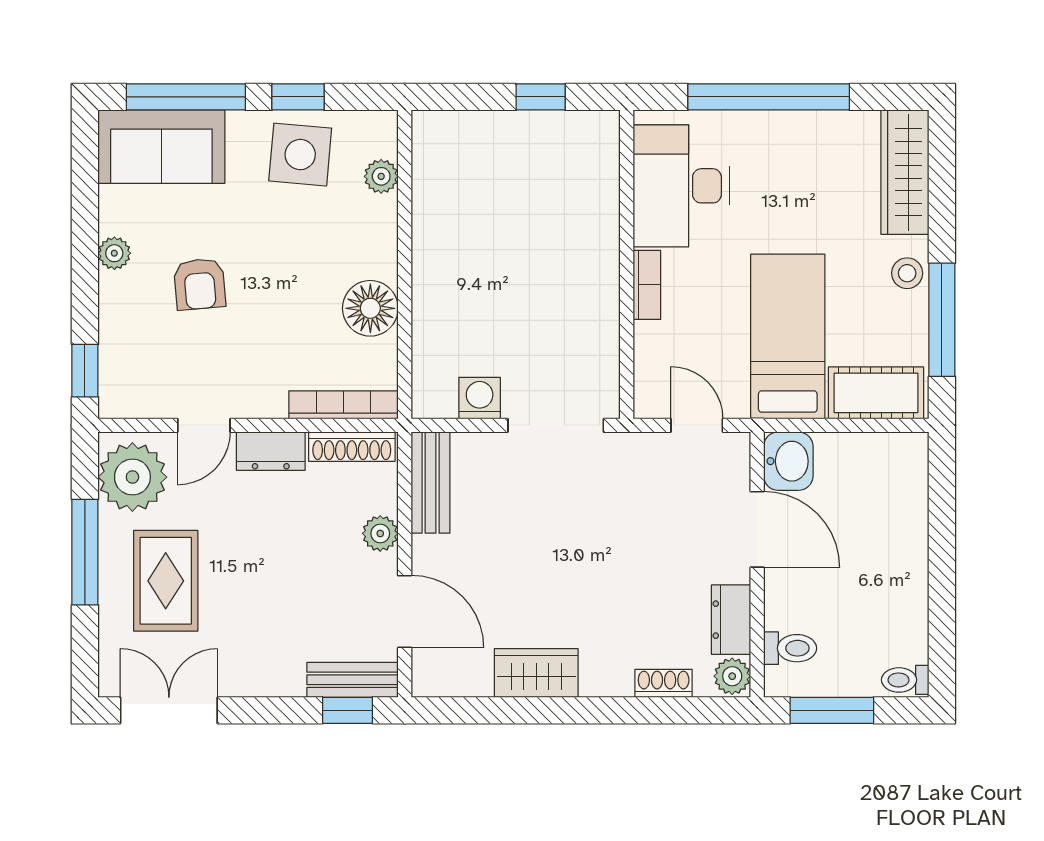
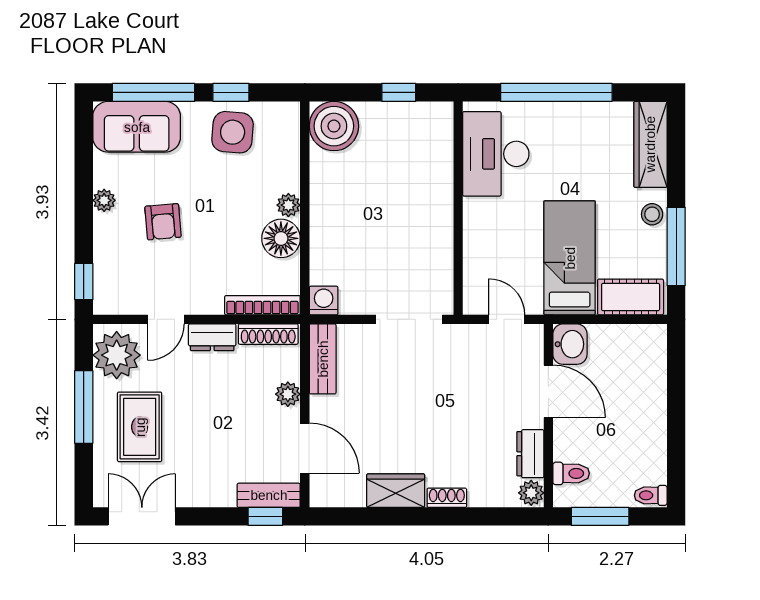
boiler: (447, 146) -> (334, 126), added
plant: (381, 176) -> (288, 205), moved
bookcase: (647, 285) -> (472, 222), removed
washing machine: (480, 398) -> (324, 301), moved
shoe rack: (664, 683) -> (447, 498), moved

